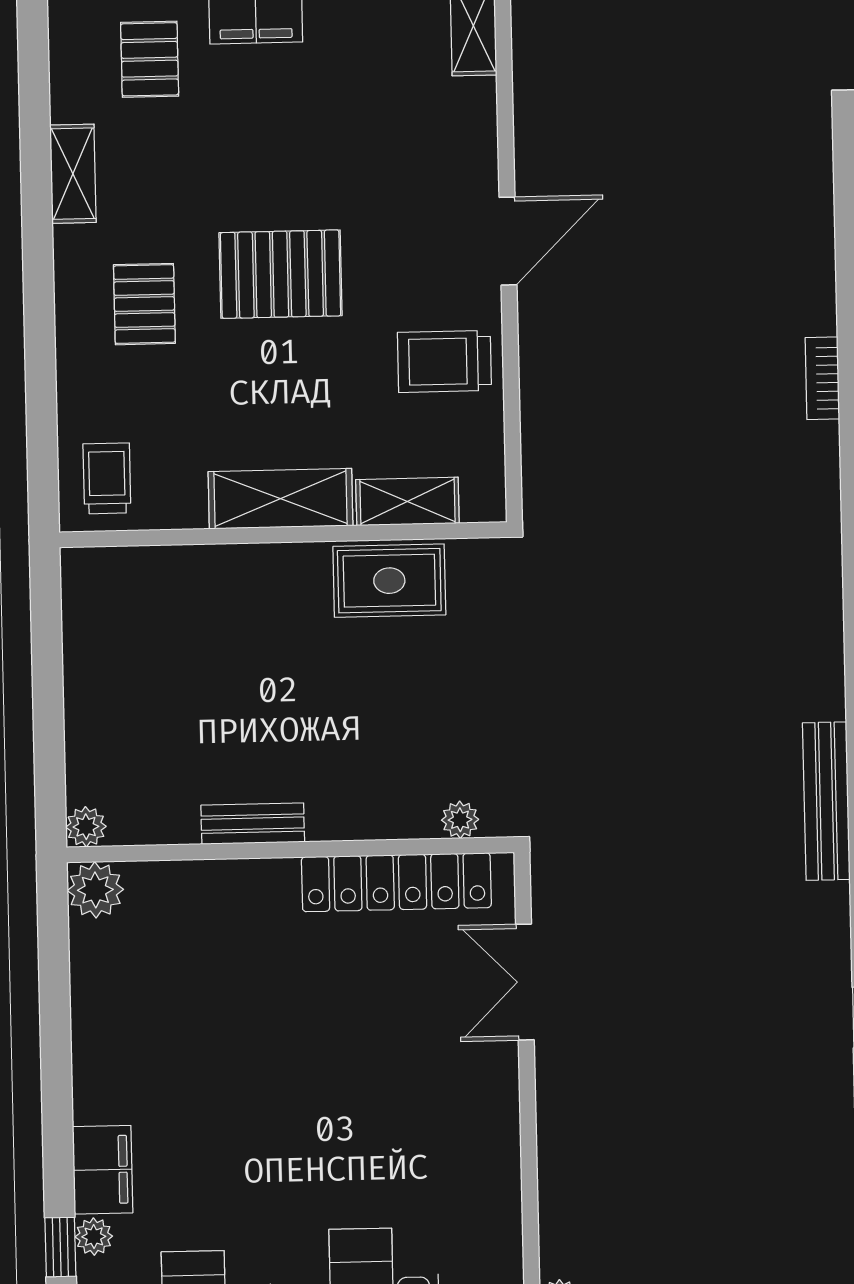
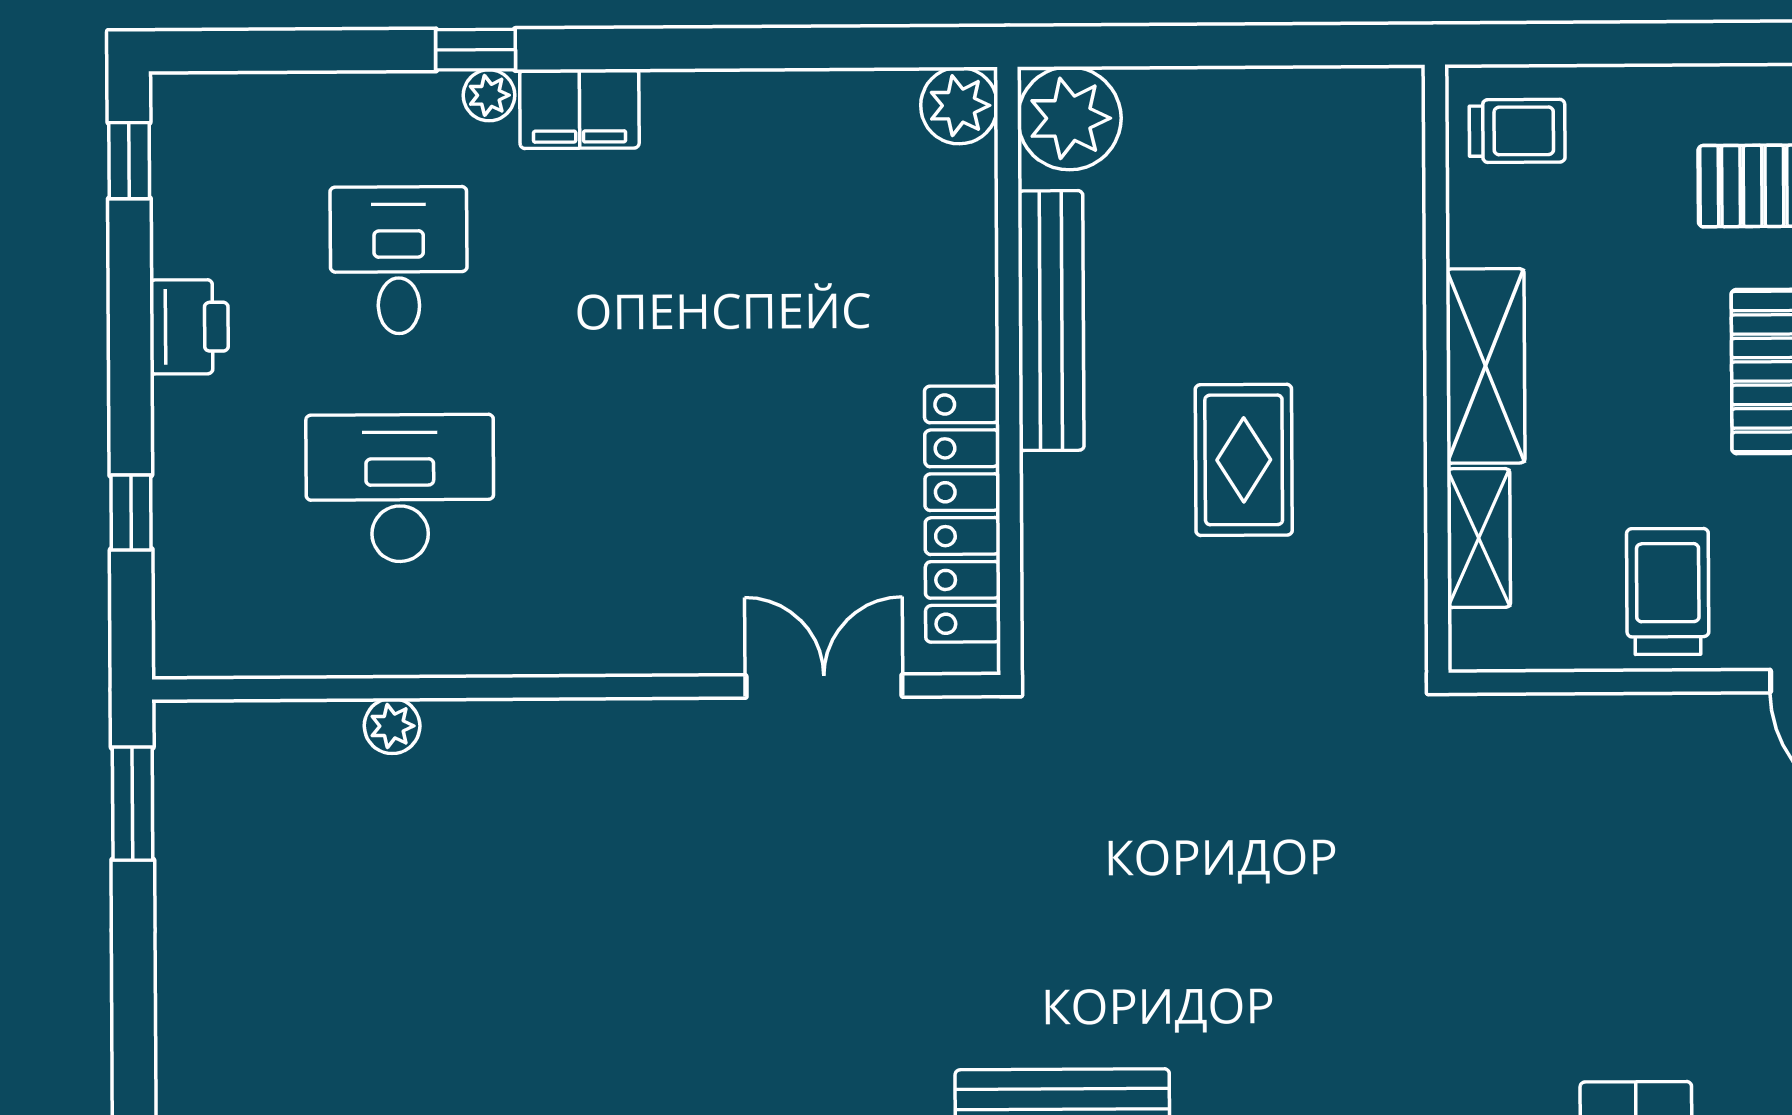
rug: (389, 581) -> (1244, 460), moved
plant: (460, 820) -> (1046, 602), removed
bench: (253, 824) -> (1051, 321), width x1.86, depth x1.21
plant: (86, 827) -> (1069, 118), width x1.88, depth x1.88

